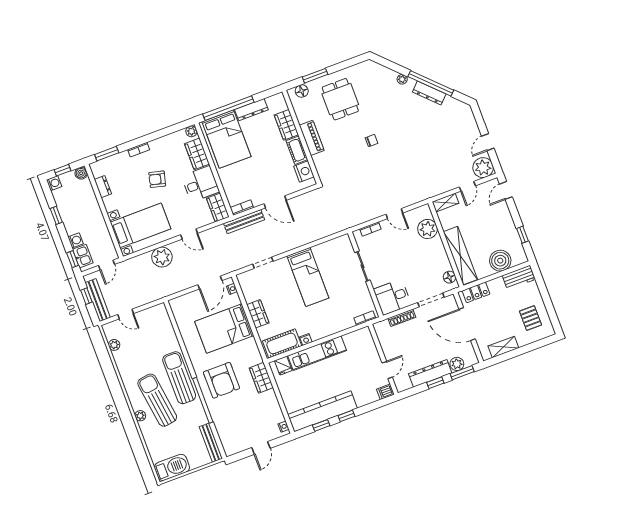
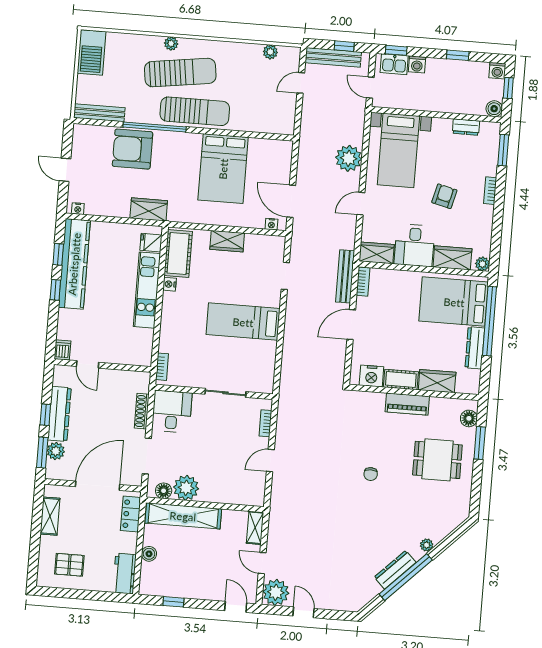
plant: (428, 229) -> (186, 488), moved
boiler: (500, 261) -> (149, 554), width x0.54, depth x0.54
bed: (224, 328) -> (223, 169), moved, turned 180
armchair: (221, 380) -> (133, 149), moved

